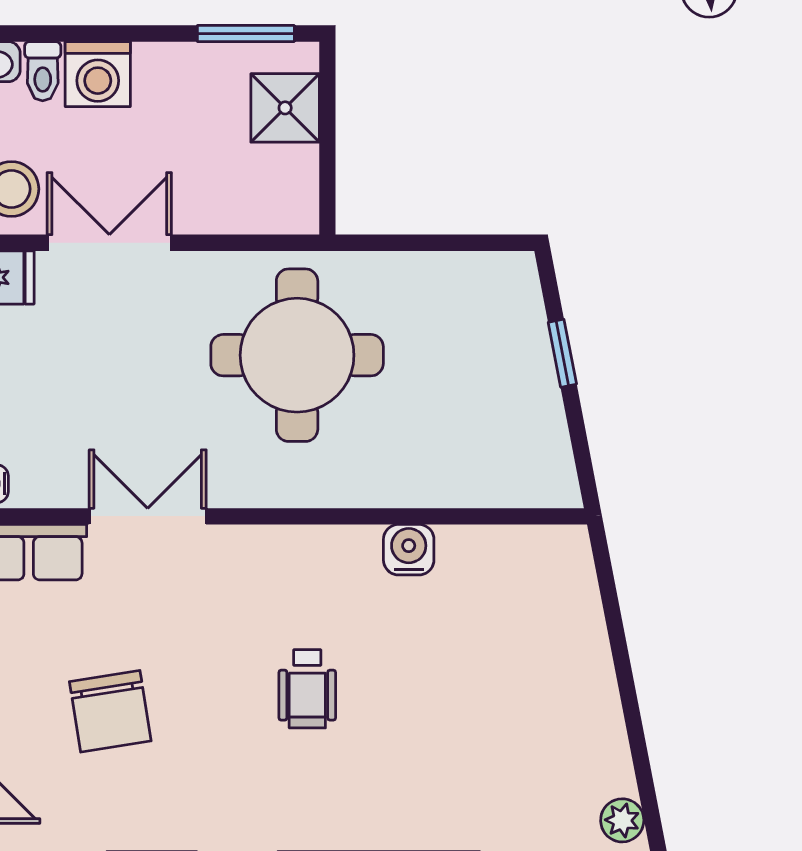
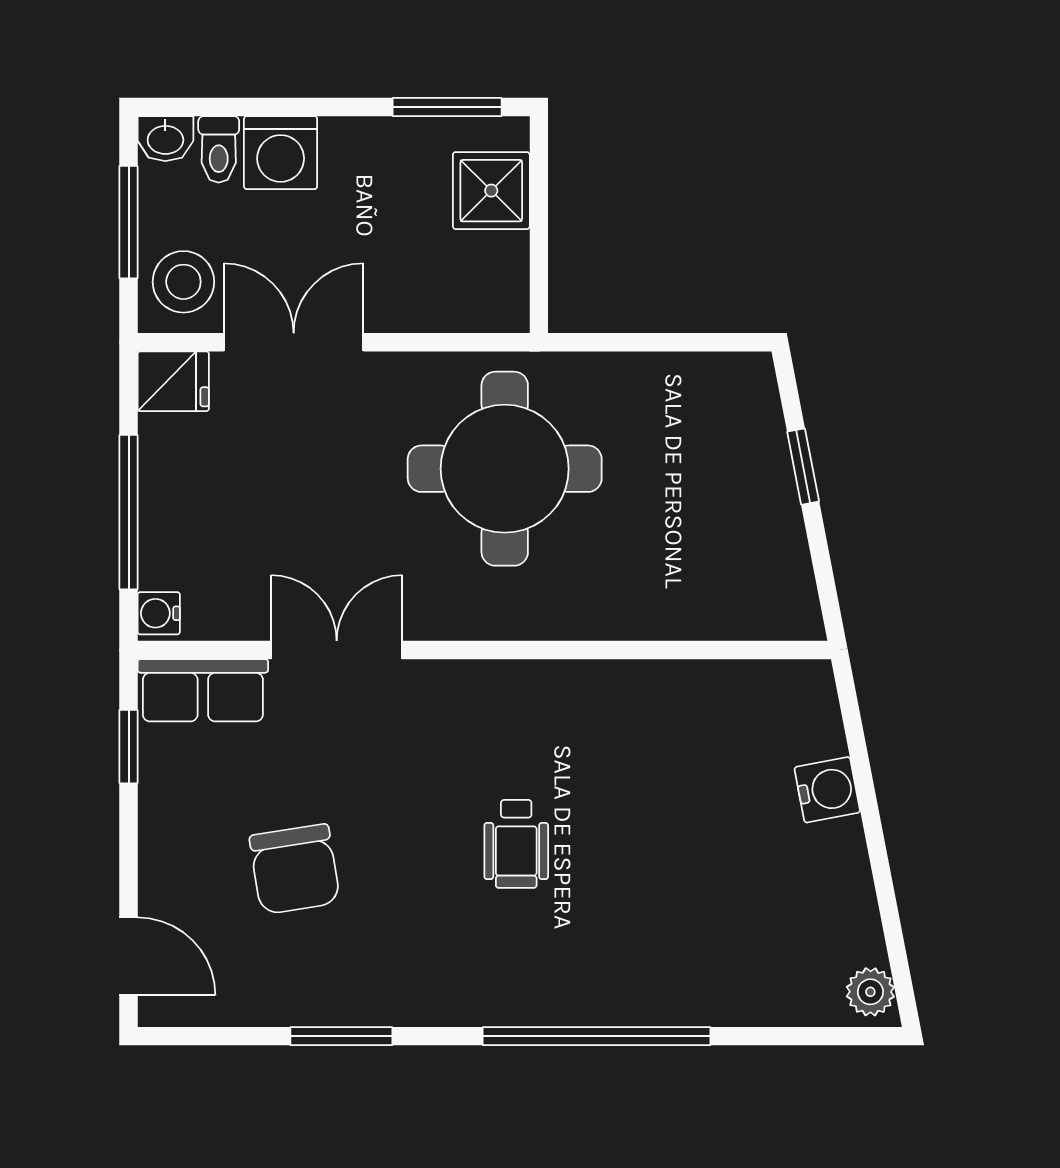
water cooler: (409, 550) -> (827, 790), moved, turned 79

